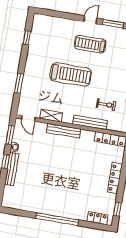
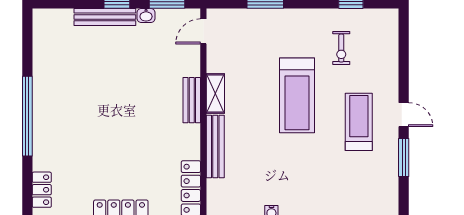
exercise bike: (106, 104) -> (341, 48), moved
shelving: (51, 116) -> (215, 94), moved
bench: (64, 131) -> (192, 100), width x0.73

